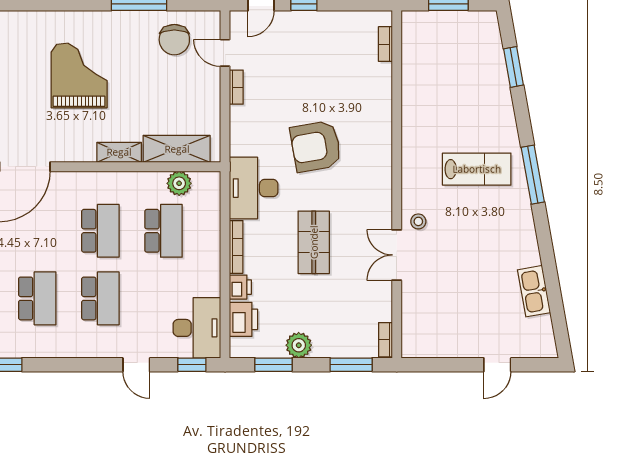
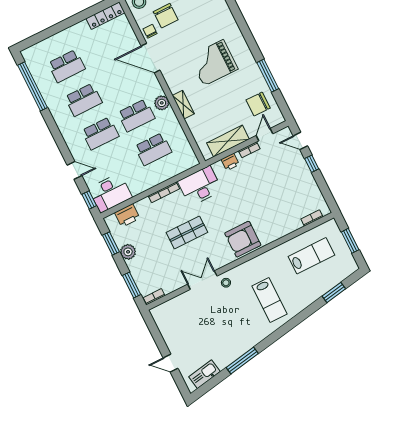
lab bench: (442, 73) -> (311, 256), added
grand piano: (79, 75) -> (214, 63), turned 180
armchair: (316, 146) -> (243, 239), moved, turned -80
shelving: (177, 149) -> (228, 141), moved, turned 90
window: (533, 175) -> (242, 360), moved
plant: (179, 183) -> (162, 103), moved
printer: (240, 287) -> (230, 162), moved
kitchen sink: (534, 291) -> (205, 374), moved
door: (136, 365) -> (74, 170), swing flipped

